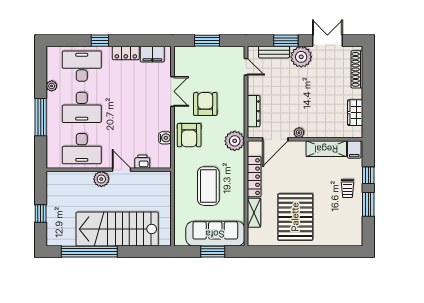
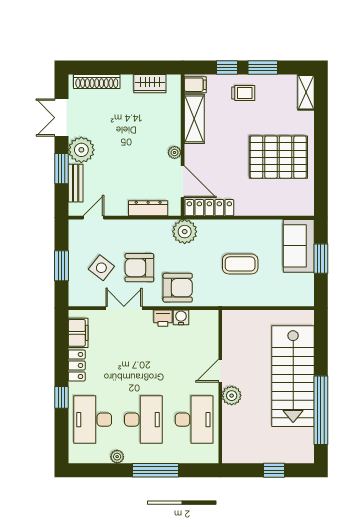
side table: (205, 73) -> (101, 268), added
printer: (142, 162) -> (163, 318), moved, turned -90
locker: (254, 177) -> (209, 208), moved
coffee table: (208, 186) -> (240, 264), width x0.73, depth x0.76
shelving: (254, 213) -> (306, 92), moved, turned 90
sofa: (215, 234) -> (299, 246), width x0.73

